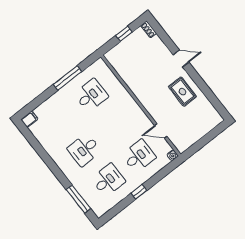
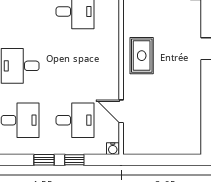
rug: (182, 92) -> (142, 56), moved
window: (156, 179) -> (74, 160), added

